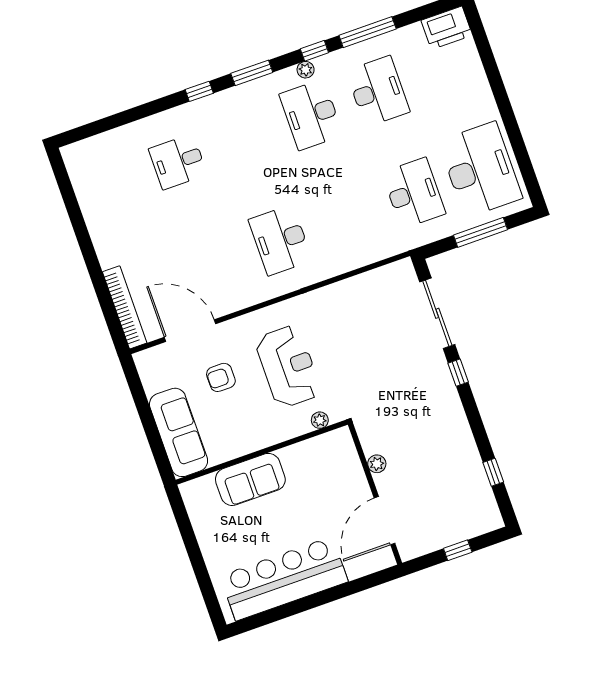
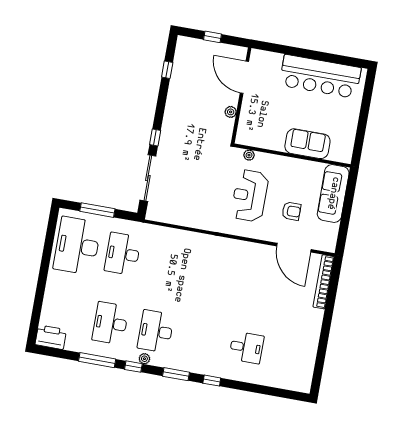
desk: (311, 115) -> (156, 331), turned 180
desk: (280, 240) -> (213, 270), removed
door: (385, 521) -> (244, 77), swing flipped

